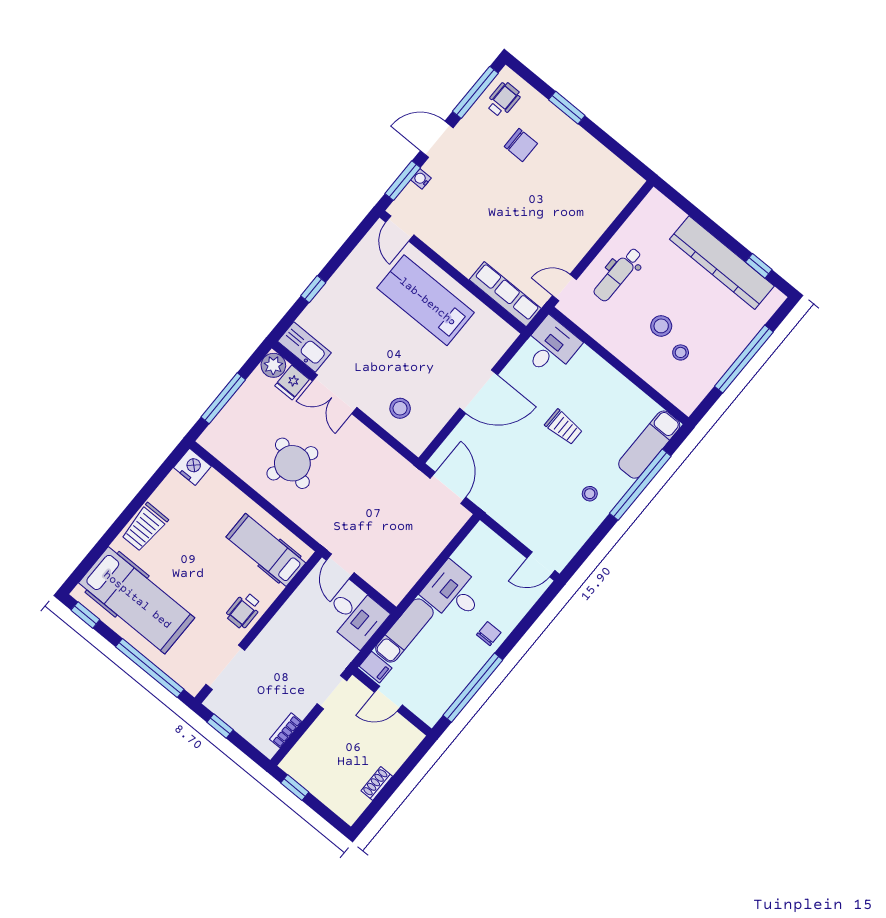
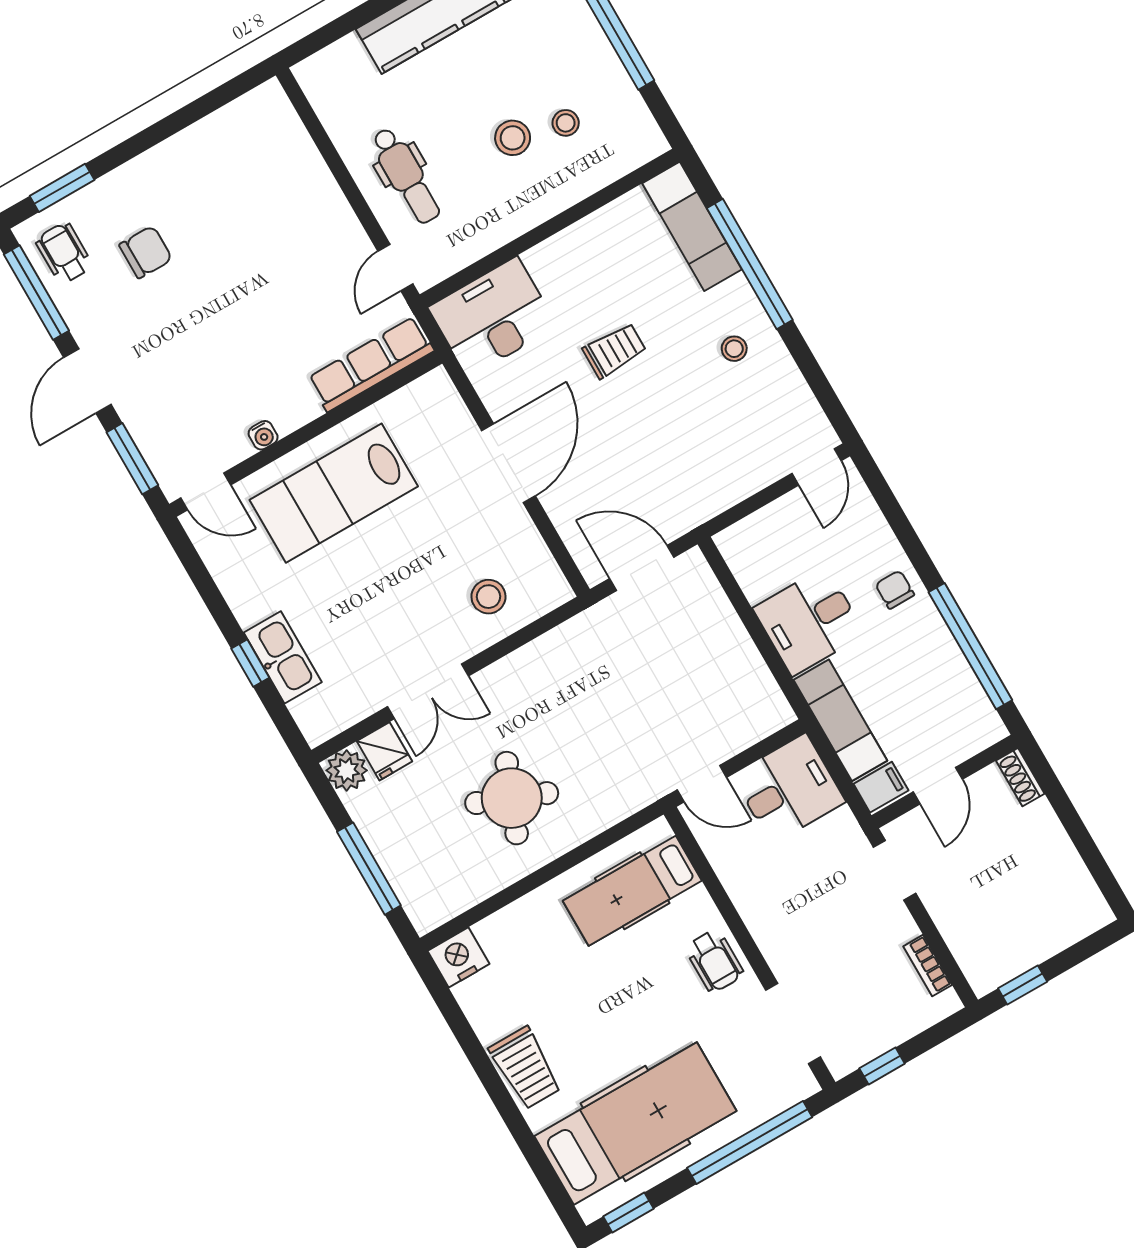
window: (567, 108) -> (62, 188), moved
water cooler: (421, 179) -> (263, 435), moved, turned -90
kitchen sink: (304, 347) -> (283, 657), moved, turned 90
desk: (551, 347) -> (493, 317), width x1.37
shoe rack: (377, 783) -> (1020, 777), moved

